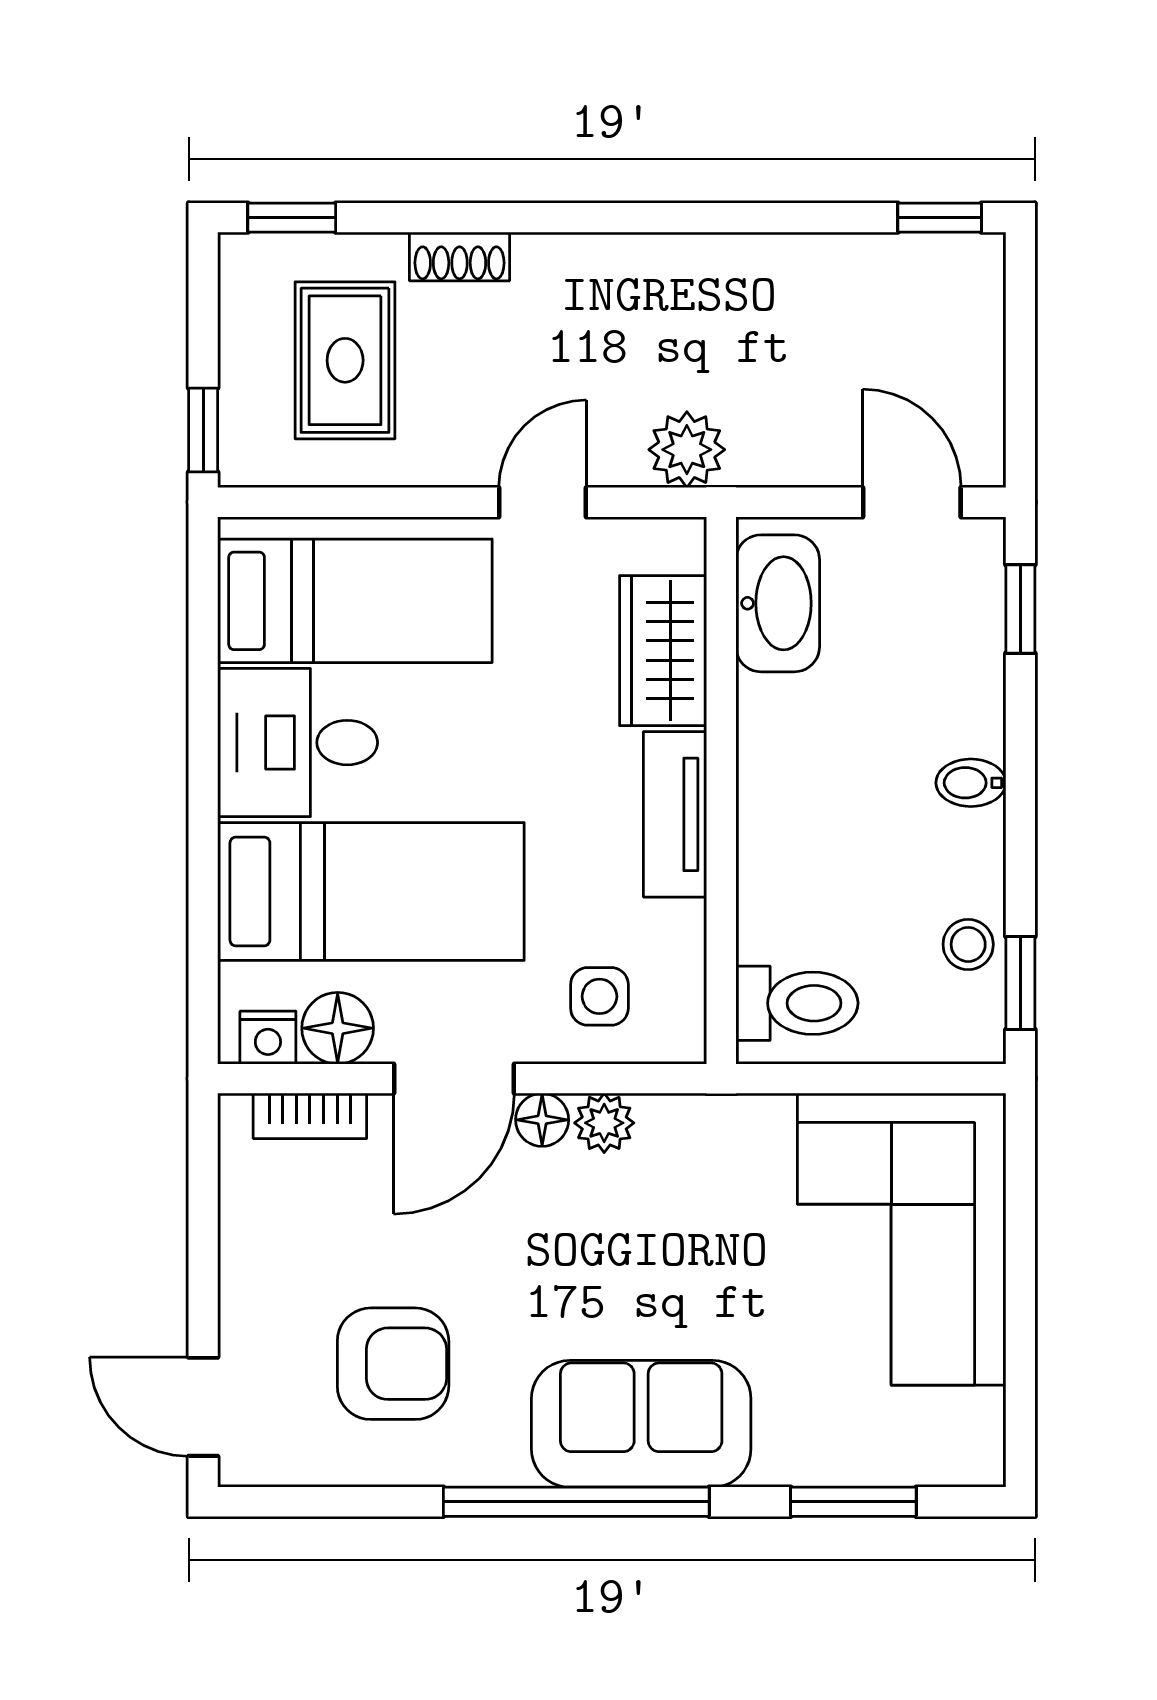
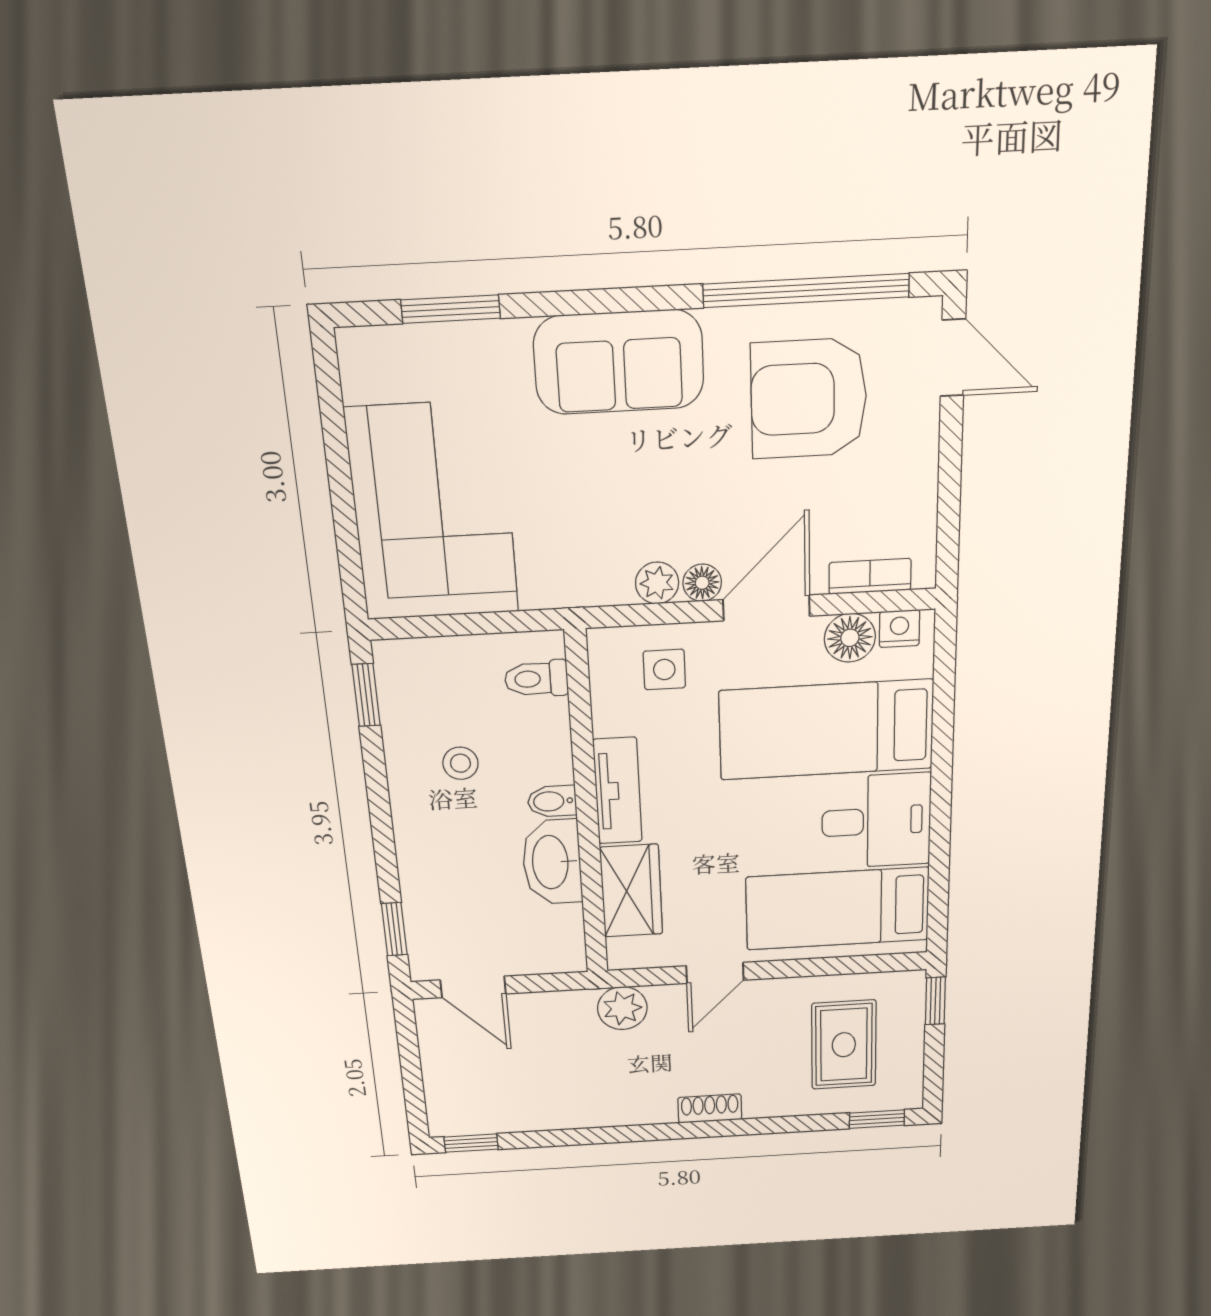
shoe rack: (460, 257) -> (710, 1108), moved
washbasin: (778, 603) -> (552, 862), moved
bidet: (971, 783) -> (552, 801), moved, turned 180
stool: (968, 944) -> (460, 763), moved
toilet: (797, 1003) -> (536, 679), width x0.73, depth x0.72
armchair: (393, 1364) -> (809, 399), width x1.36, depth x1.36
window: (576, 1502) -> (806, 291), moved

